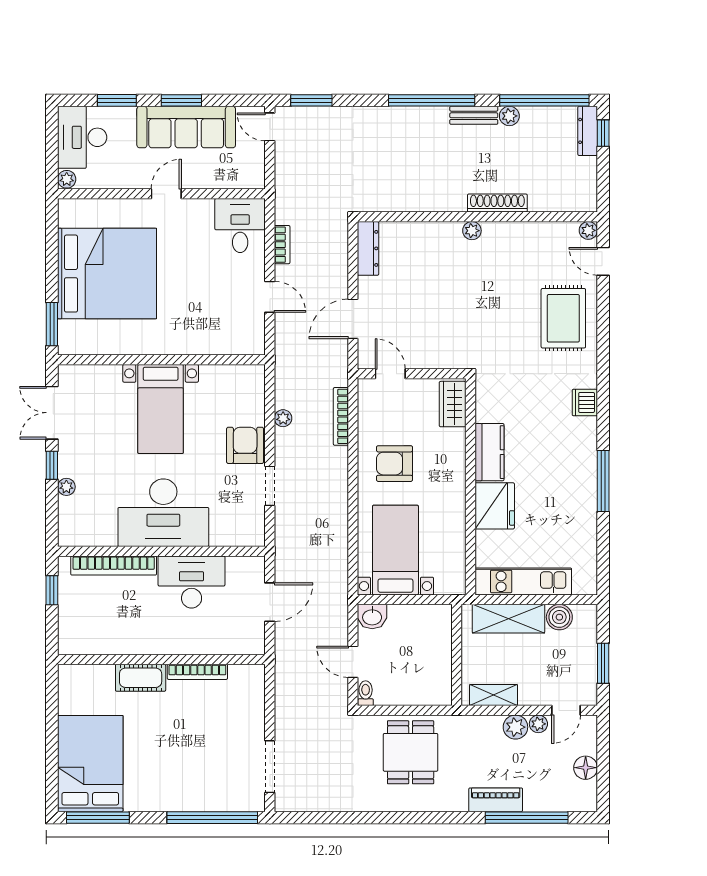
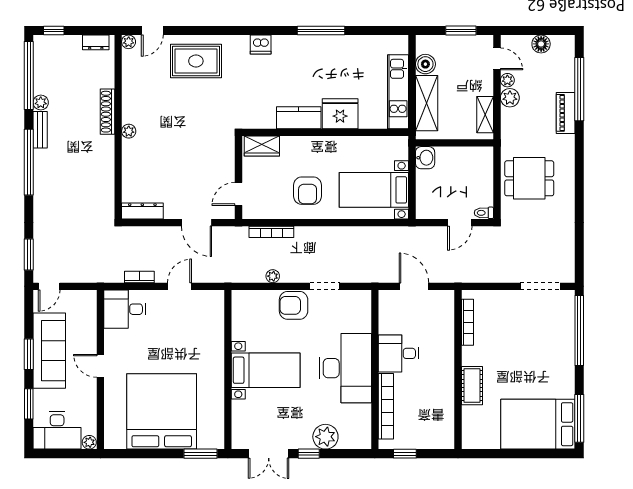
dresser: (588, 131) -> (96, 42), moved, width x0.70
plant: (66, 487) -> (325, 437), width x1.88, depth x1.88
desk: (192, 582) -> (398, 353), width x0.73
washbasin: (372, 617) -> (425, 158), moved
bookcase: (197, 672) -> (467, 322), moved

